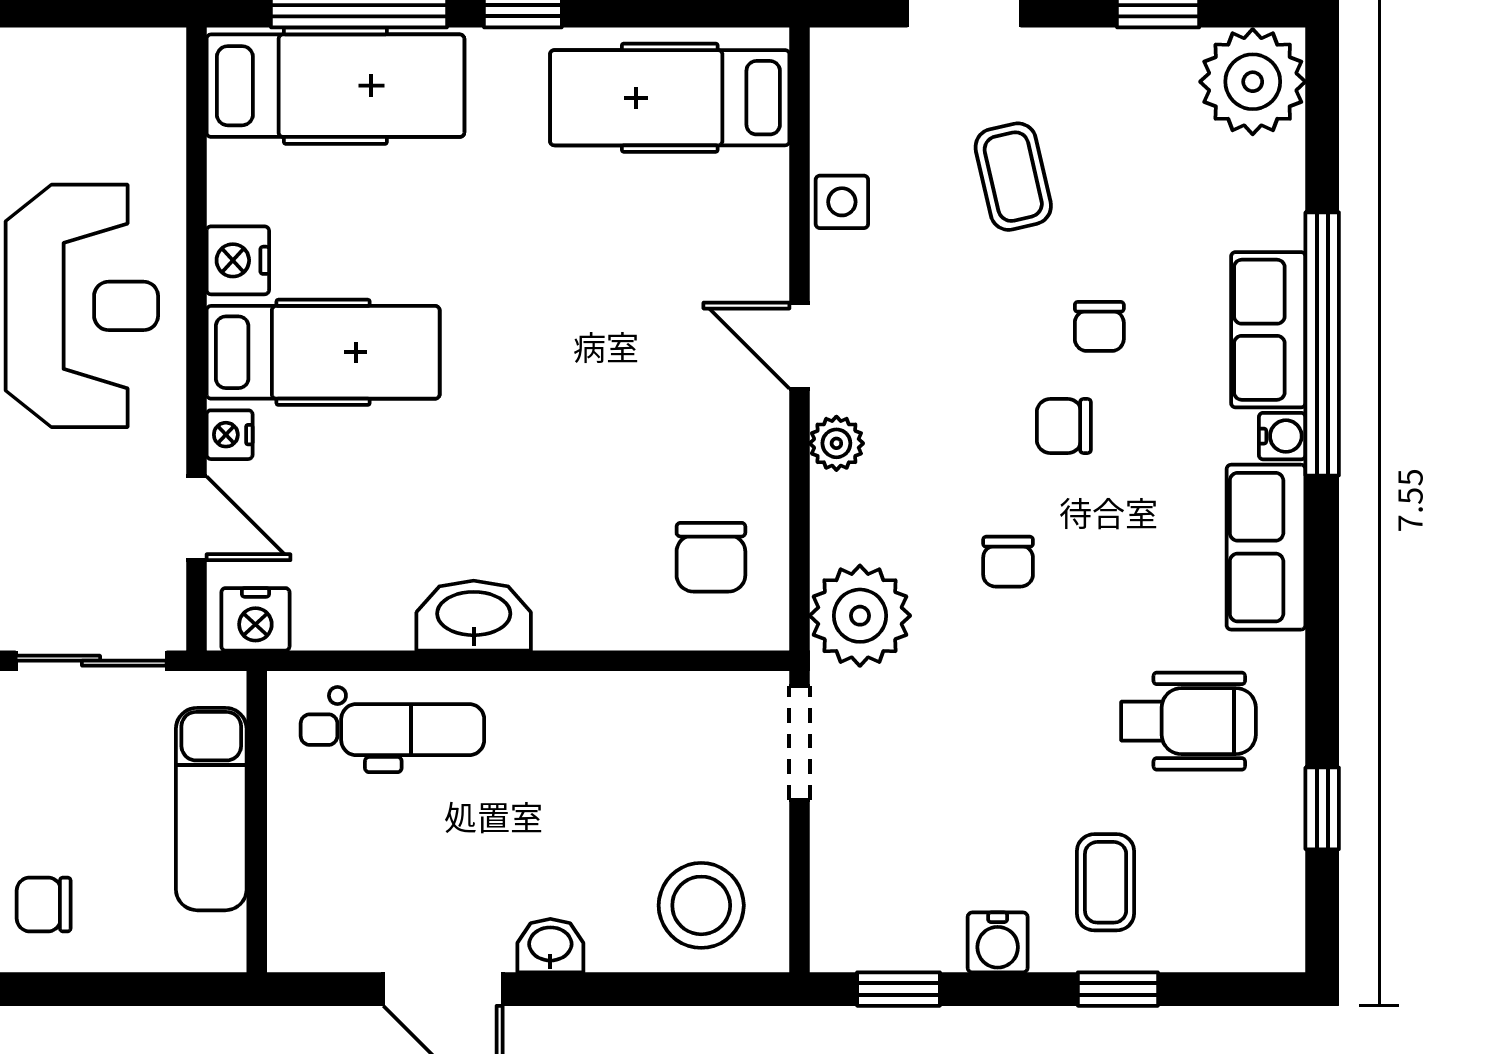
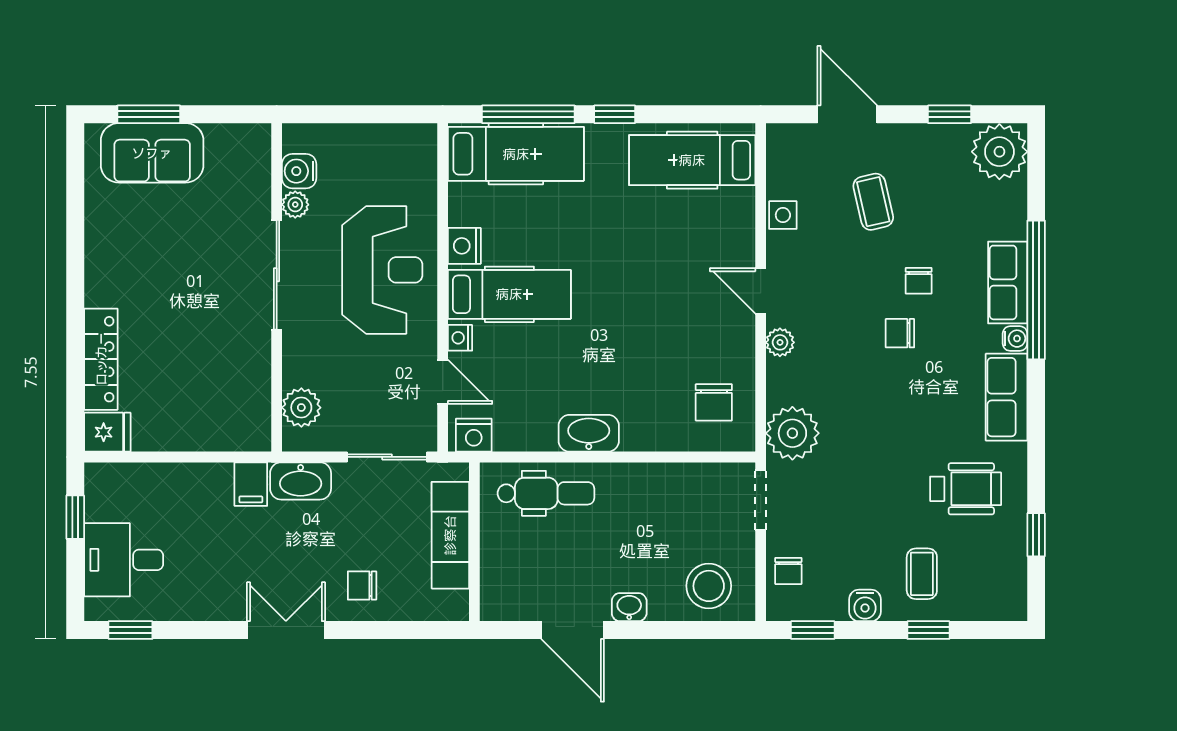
chair: (1008, 562) -> (788, 571), moved

